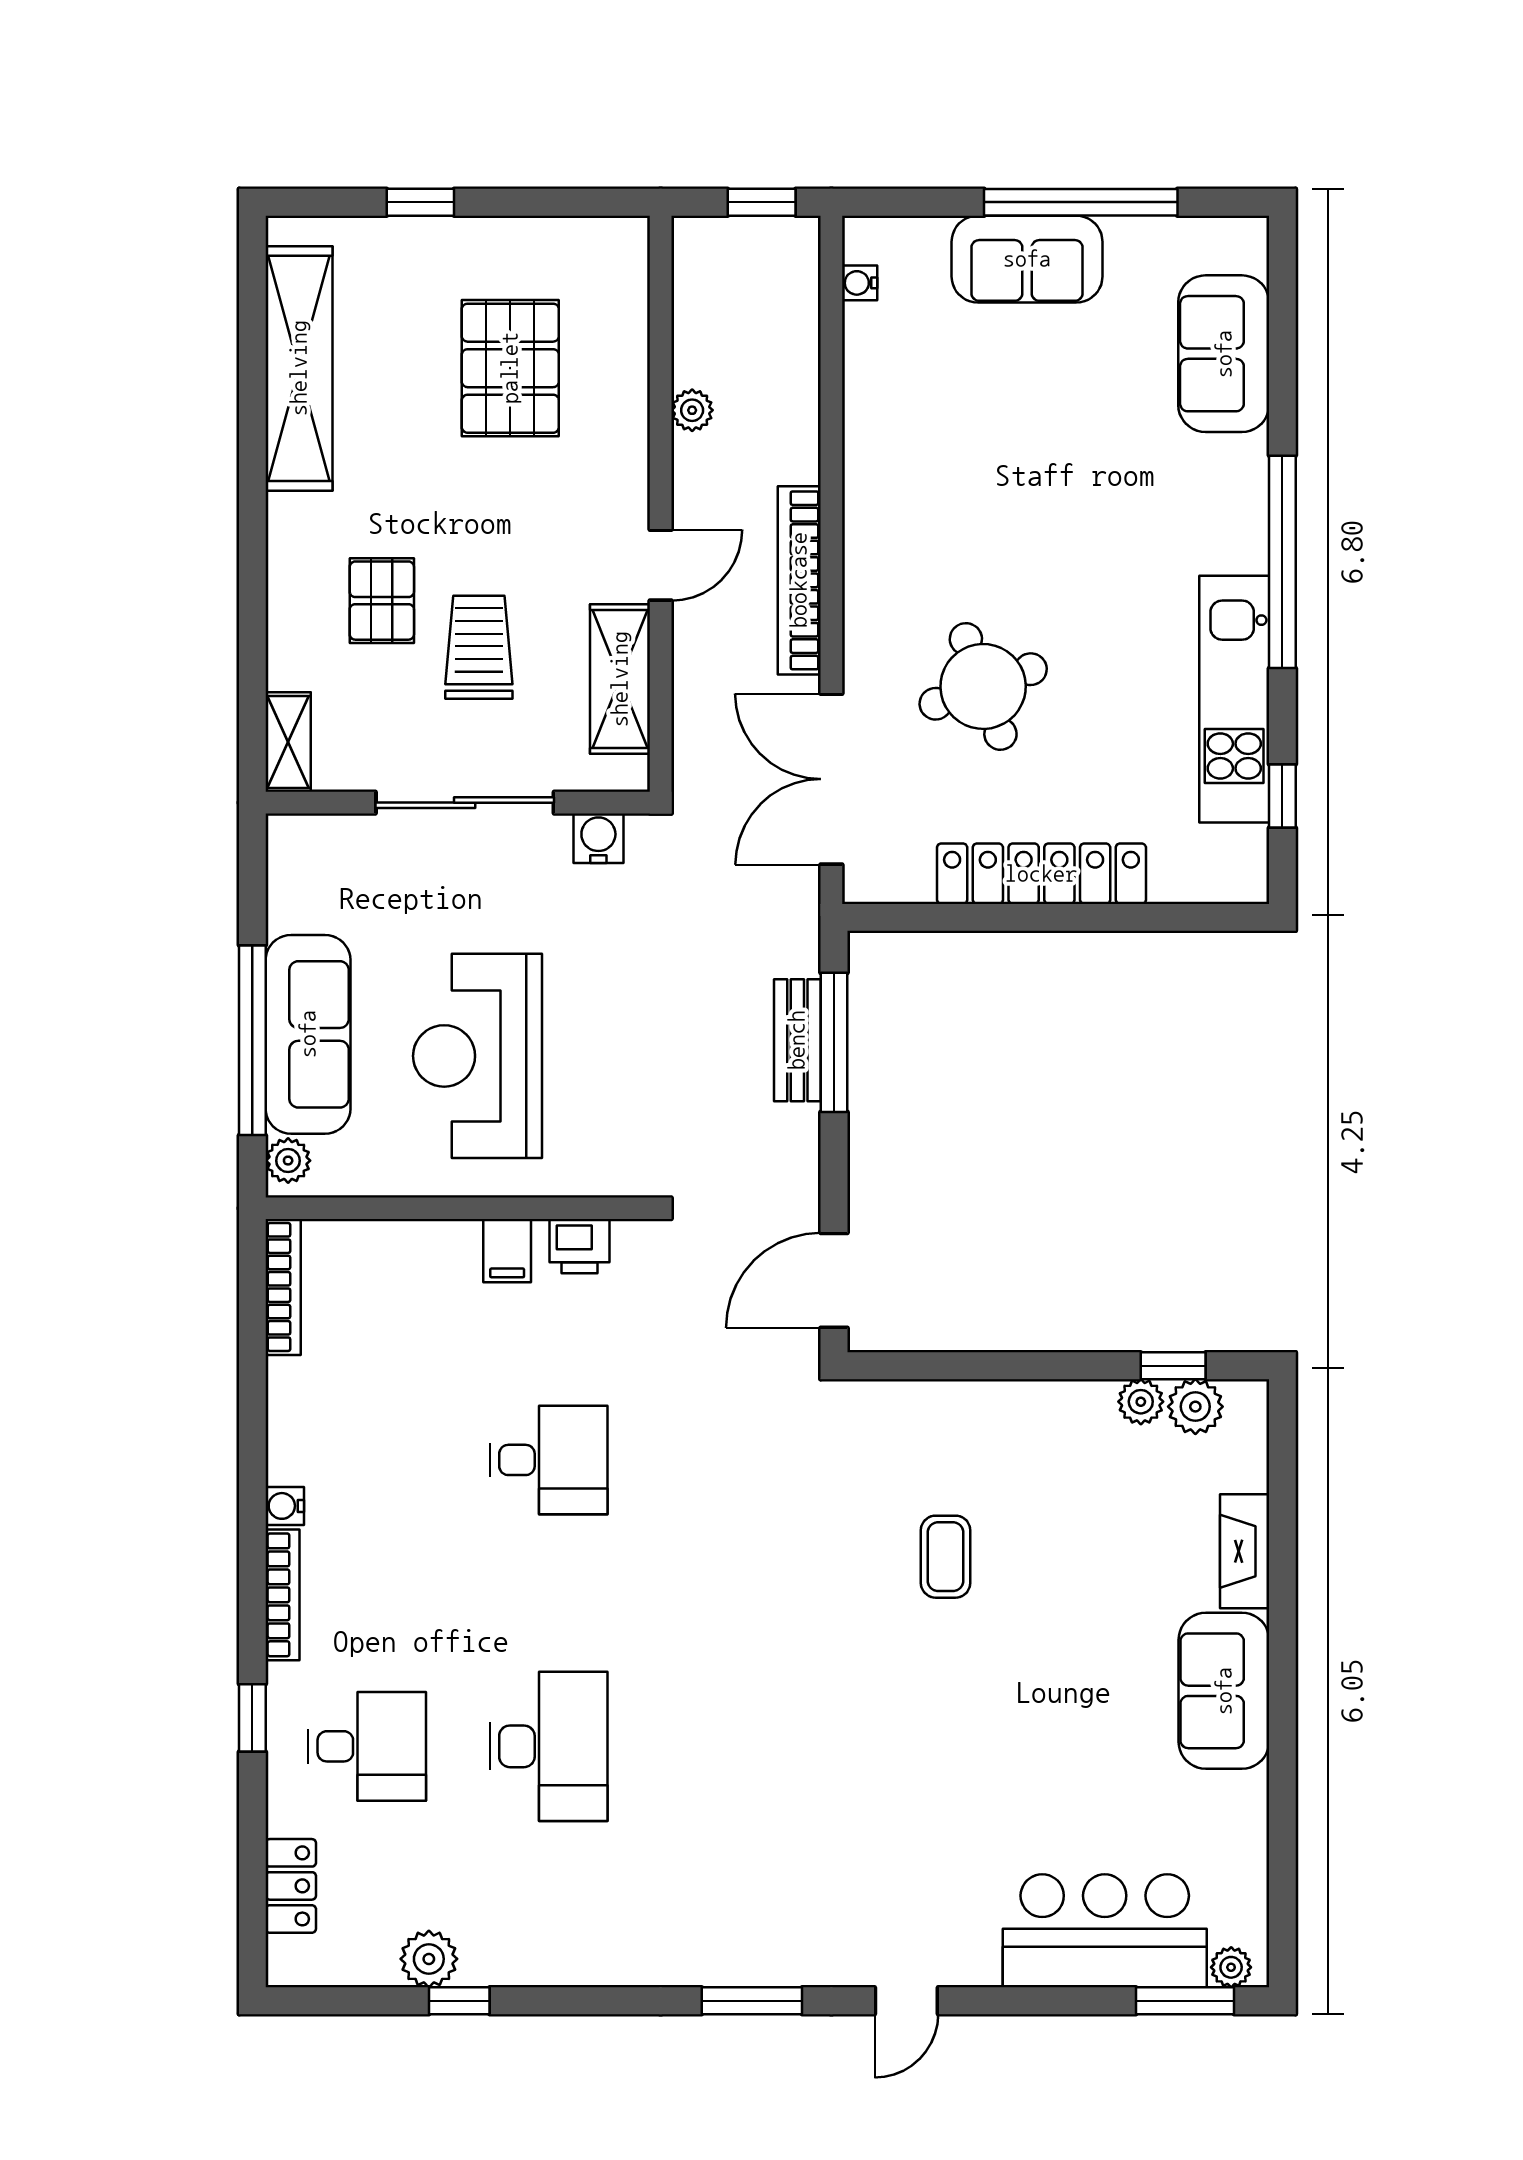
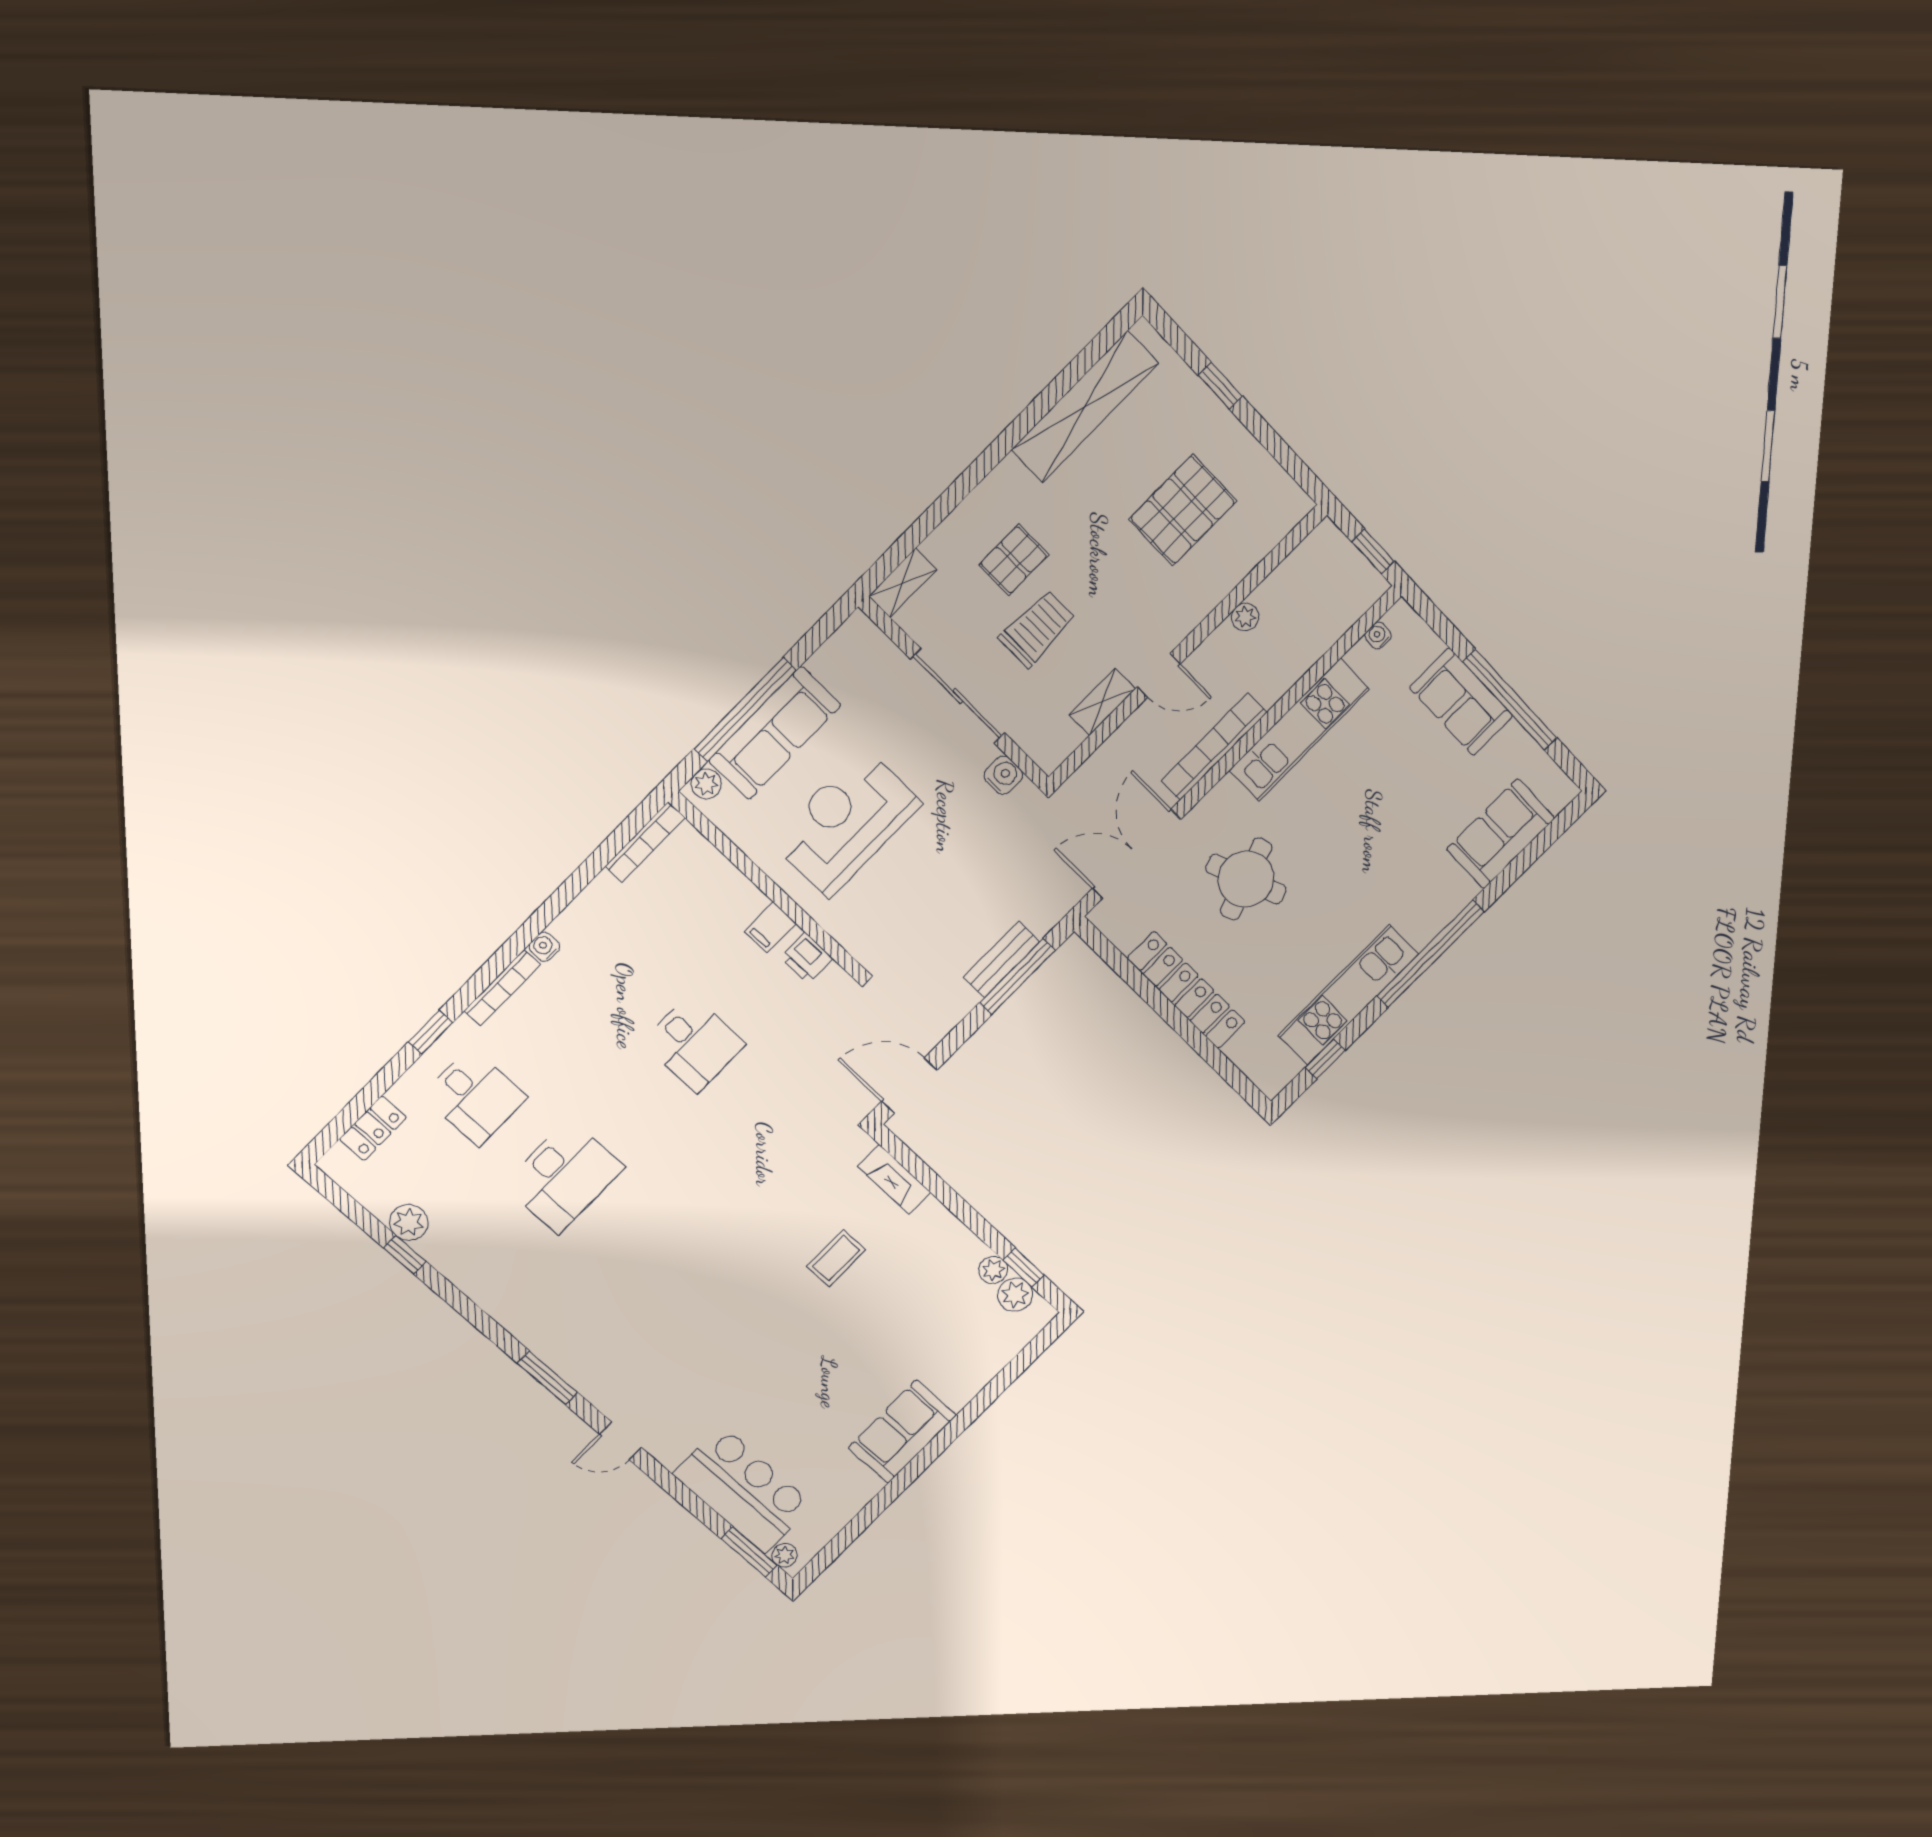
kitchen unit: (876, 468) -> (1299, 730), added
shelving: (620, 679) -> (1102, 702), width x0.67, depth x0.75
fireplace: (1245, 1551) -> (894, 1179), moved, turned -90

